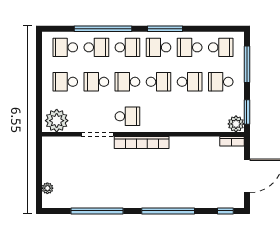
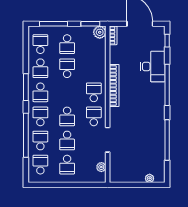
school desk: (65, 47) -> (40, 165), turned 180
school desk: (159, 82) -> (94, 92), moved
plant: (57, 121) -> (101, 167), width x0.53, depth x0.53
bookcase: (142, 143) -> (114, 86), moved
desk: (192, 192) -> (153, 67), added

